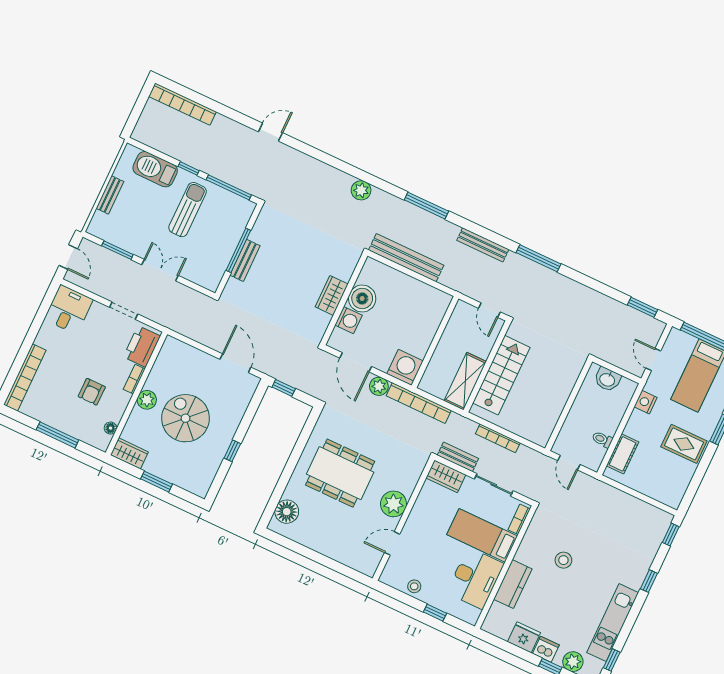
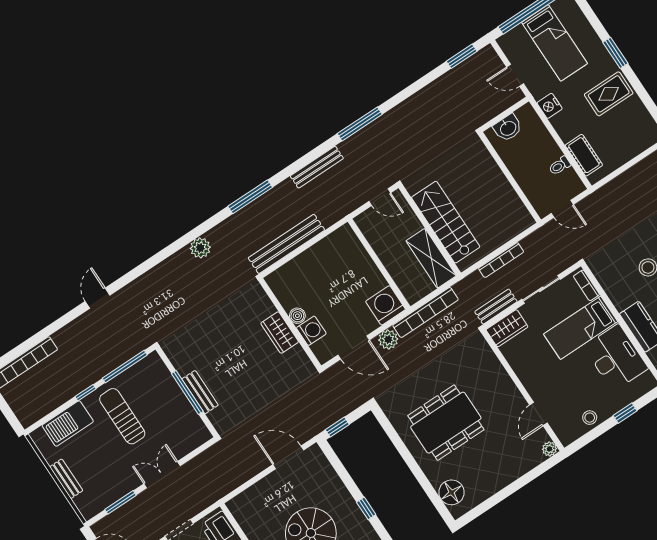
boiler: (362, 298) -> (297, 316), width x0.54, depth x0.54
plant: (393, 504) -> (549, 449), moved, width x0.53, depth x0.53

